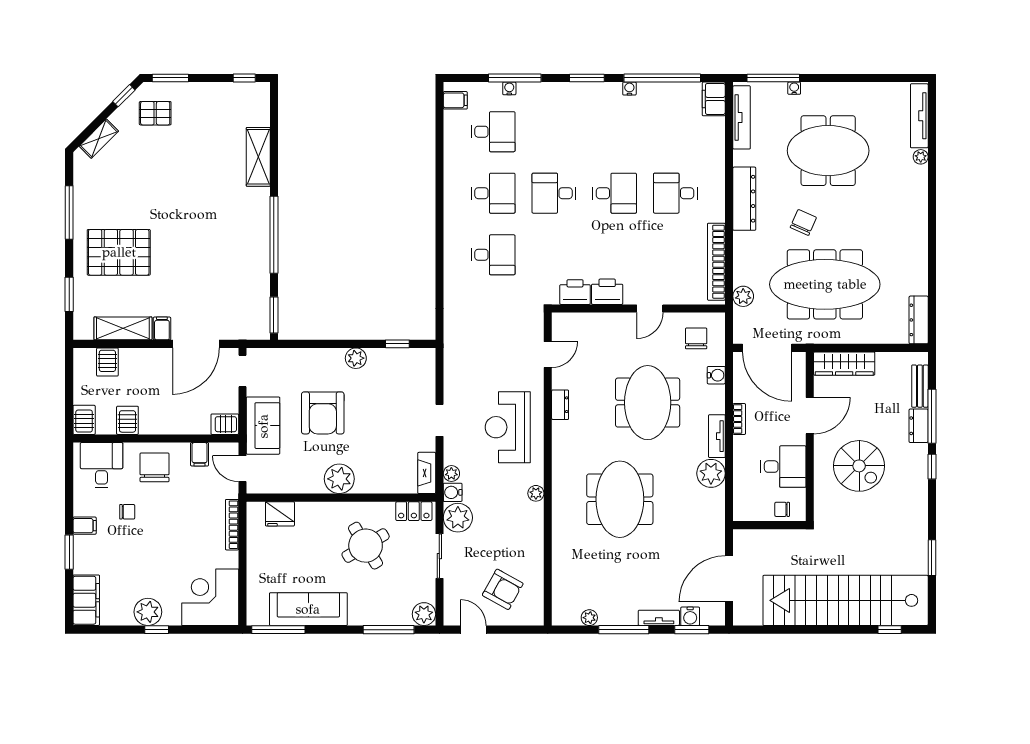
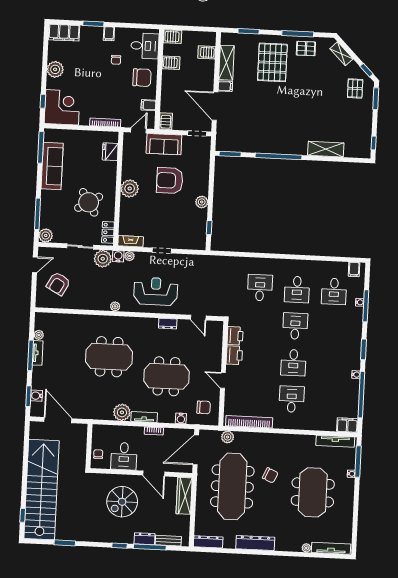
pallet: (93, 198) -> (306, 48), added
dresser: (744, 199) -> (255, 543), moved, turned 180
desk: (493, 255) -> (260, 288), turned 180
tv unit: (659, 618) -> (38, 353), moved
window: (157, 630) -> (43, 101), moved

